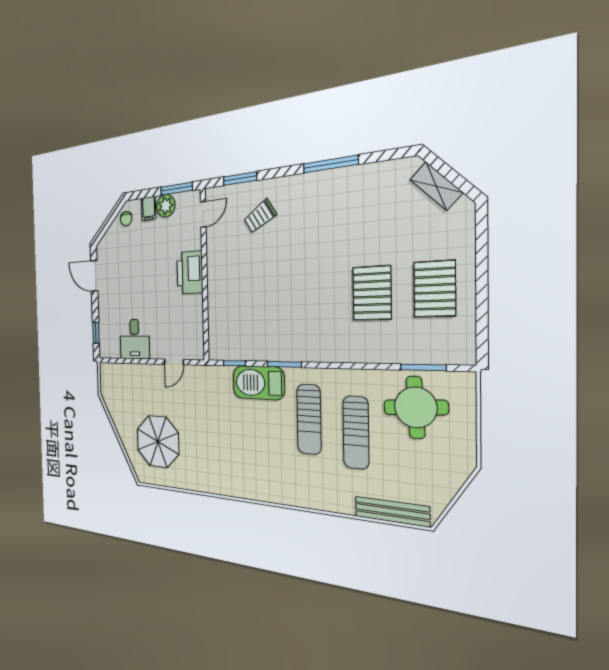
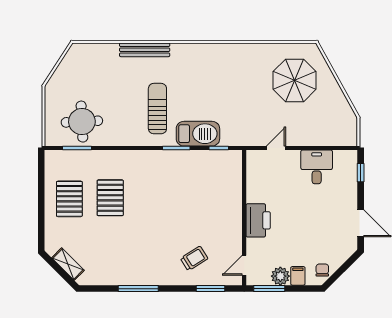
sun lounger: (356, 432) -> (123, 102), removed
bench: (392, 511) -> (145, 50), moved

